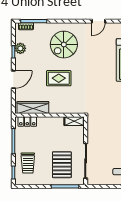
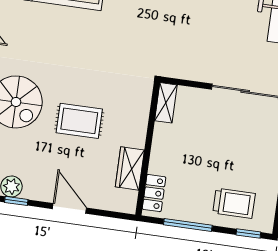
rug: (59, 78) -> (79, 121), turned 90
wardrobe: (33, 107) -> (130, 168), width x0.67
pallet: (62, 165) -> (246, 138), removed

